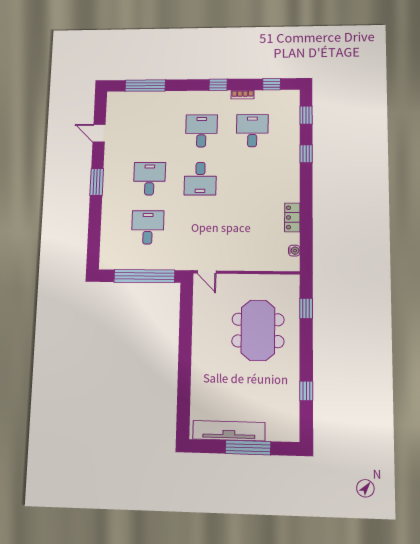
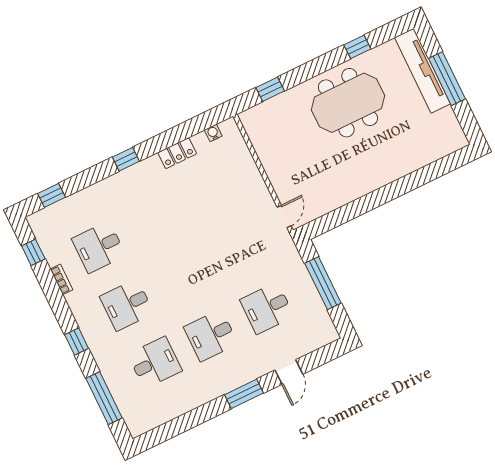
window: (218, 85) -> (77, 342), moved
door: (99, 133) -> (289, 372), moved
window: (306, 154) -> (126, 159), moved
desk: (200, 179) -> (155, 363), moved
window: (144, 276) -> (323, 283), width x0.68
meeting table: (258, 330) -> (348, 103), moved
tv unit: (229, 431) -> (422, 71), moved

